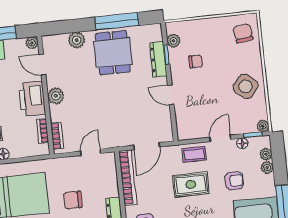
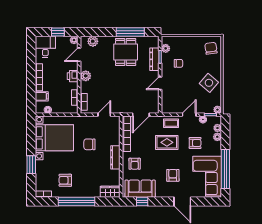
plant: (77, 40) -> (93, 41), moved
door: (42, 64) -> (79, 55), hinge flipped
door: (171, 95) -> (160, 83), hinge flipped
printer: (32, 99) -> (73, 76), width x0.53, depth x0.68

